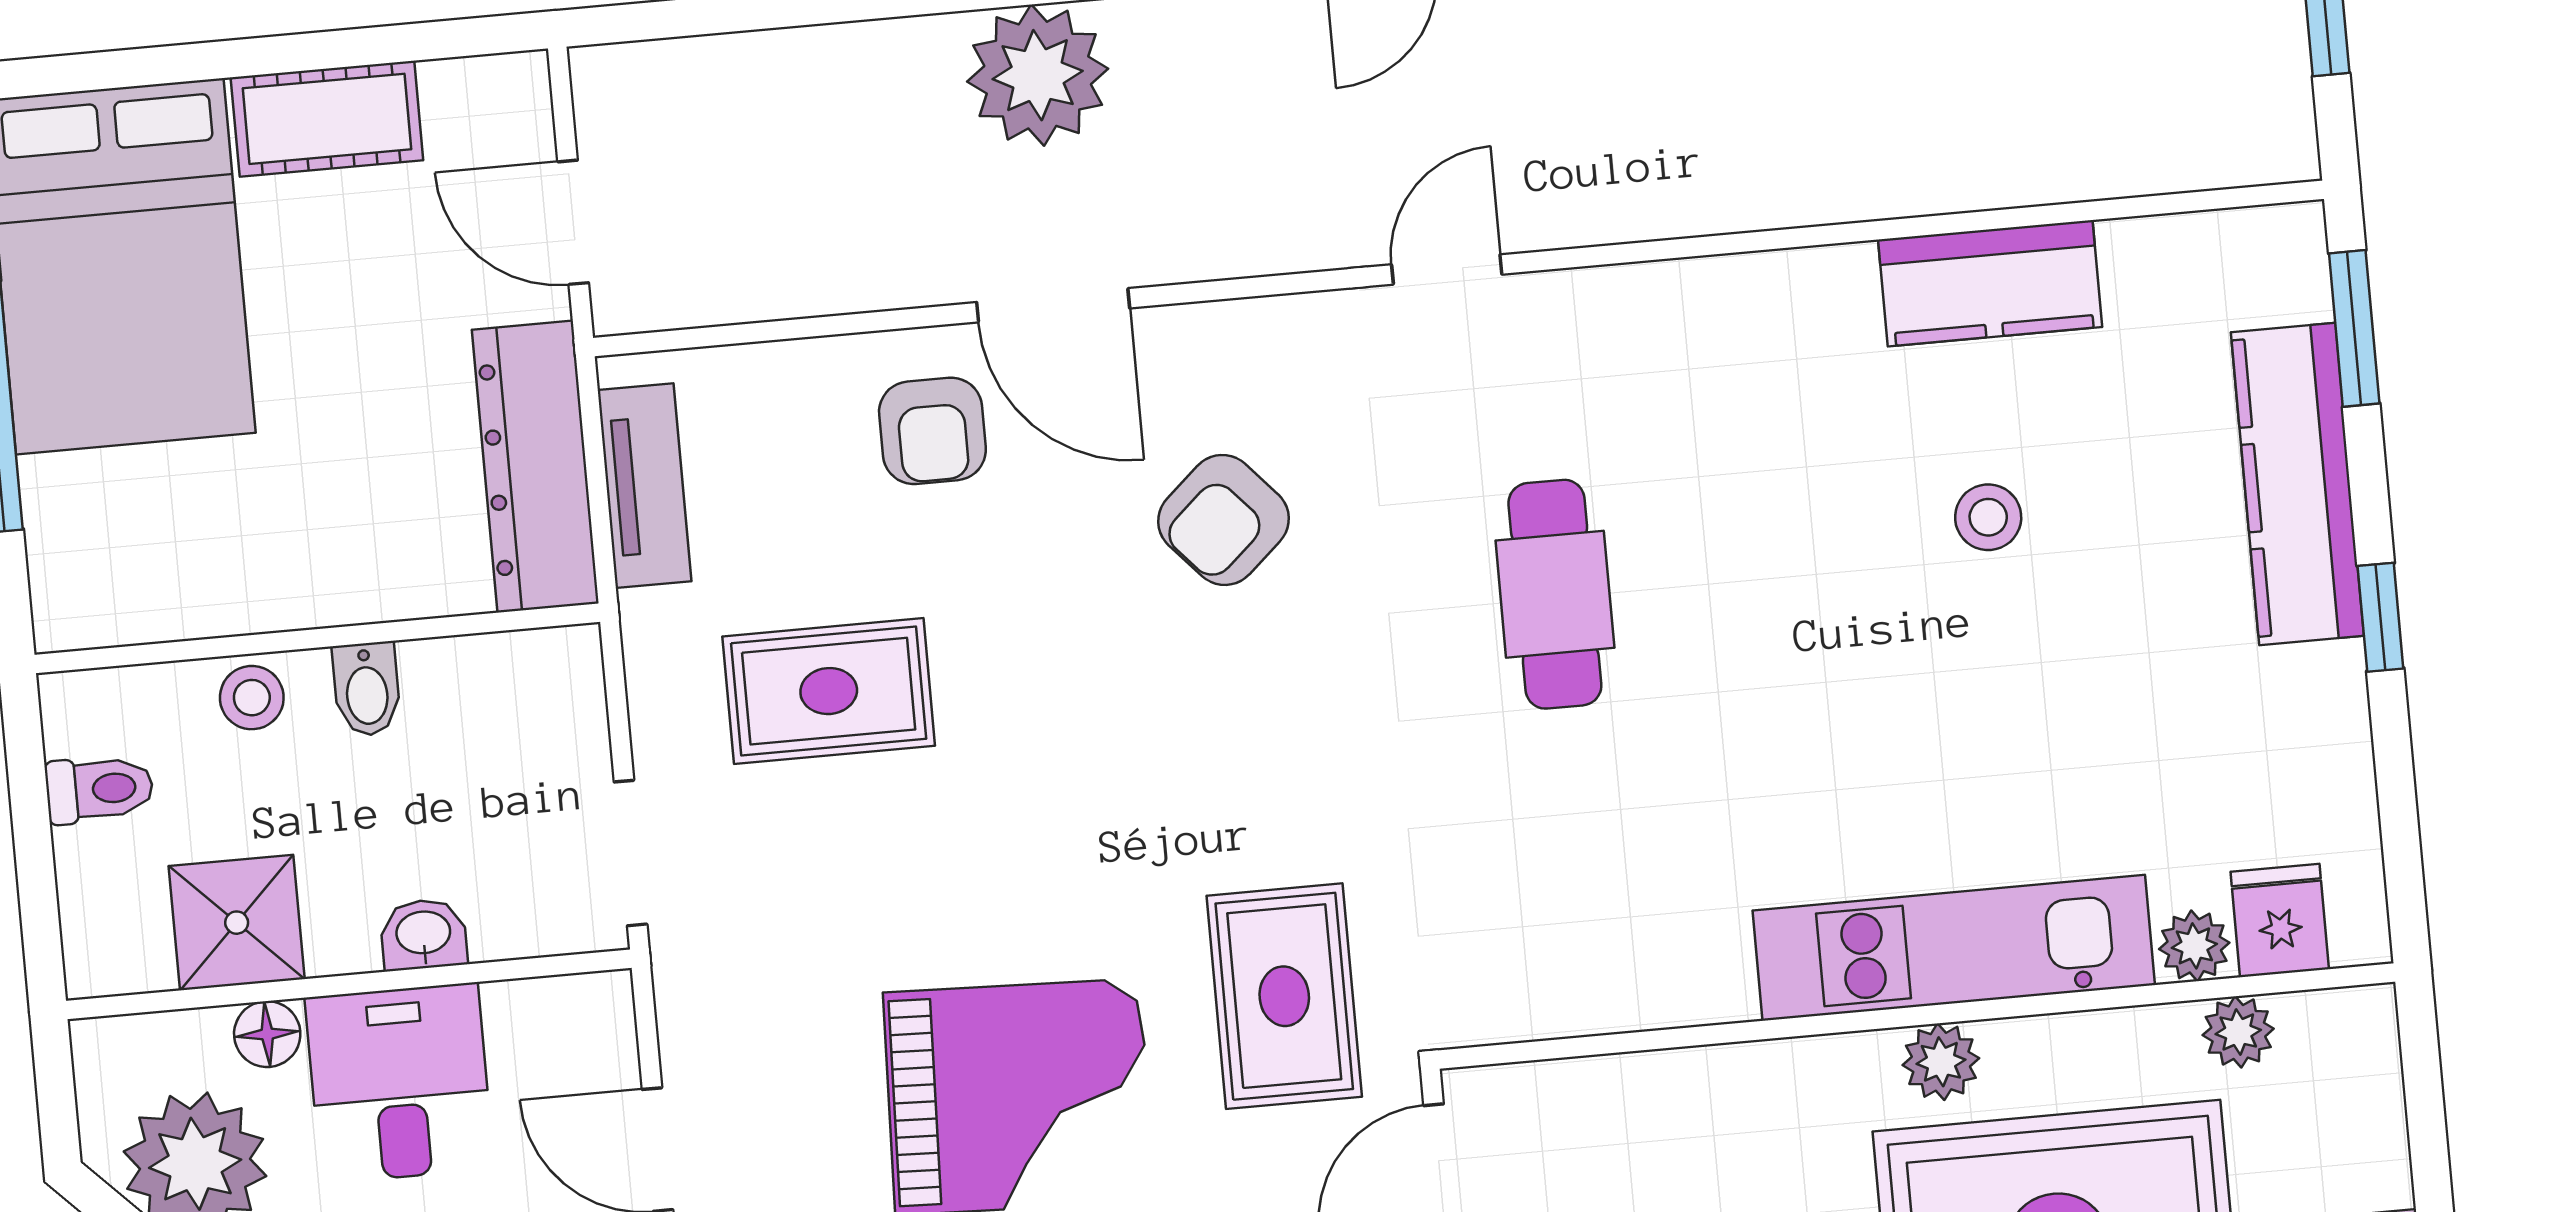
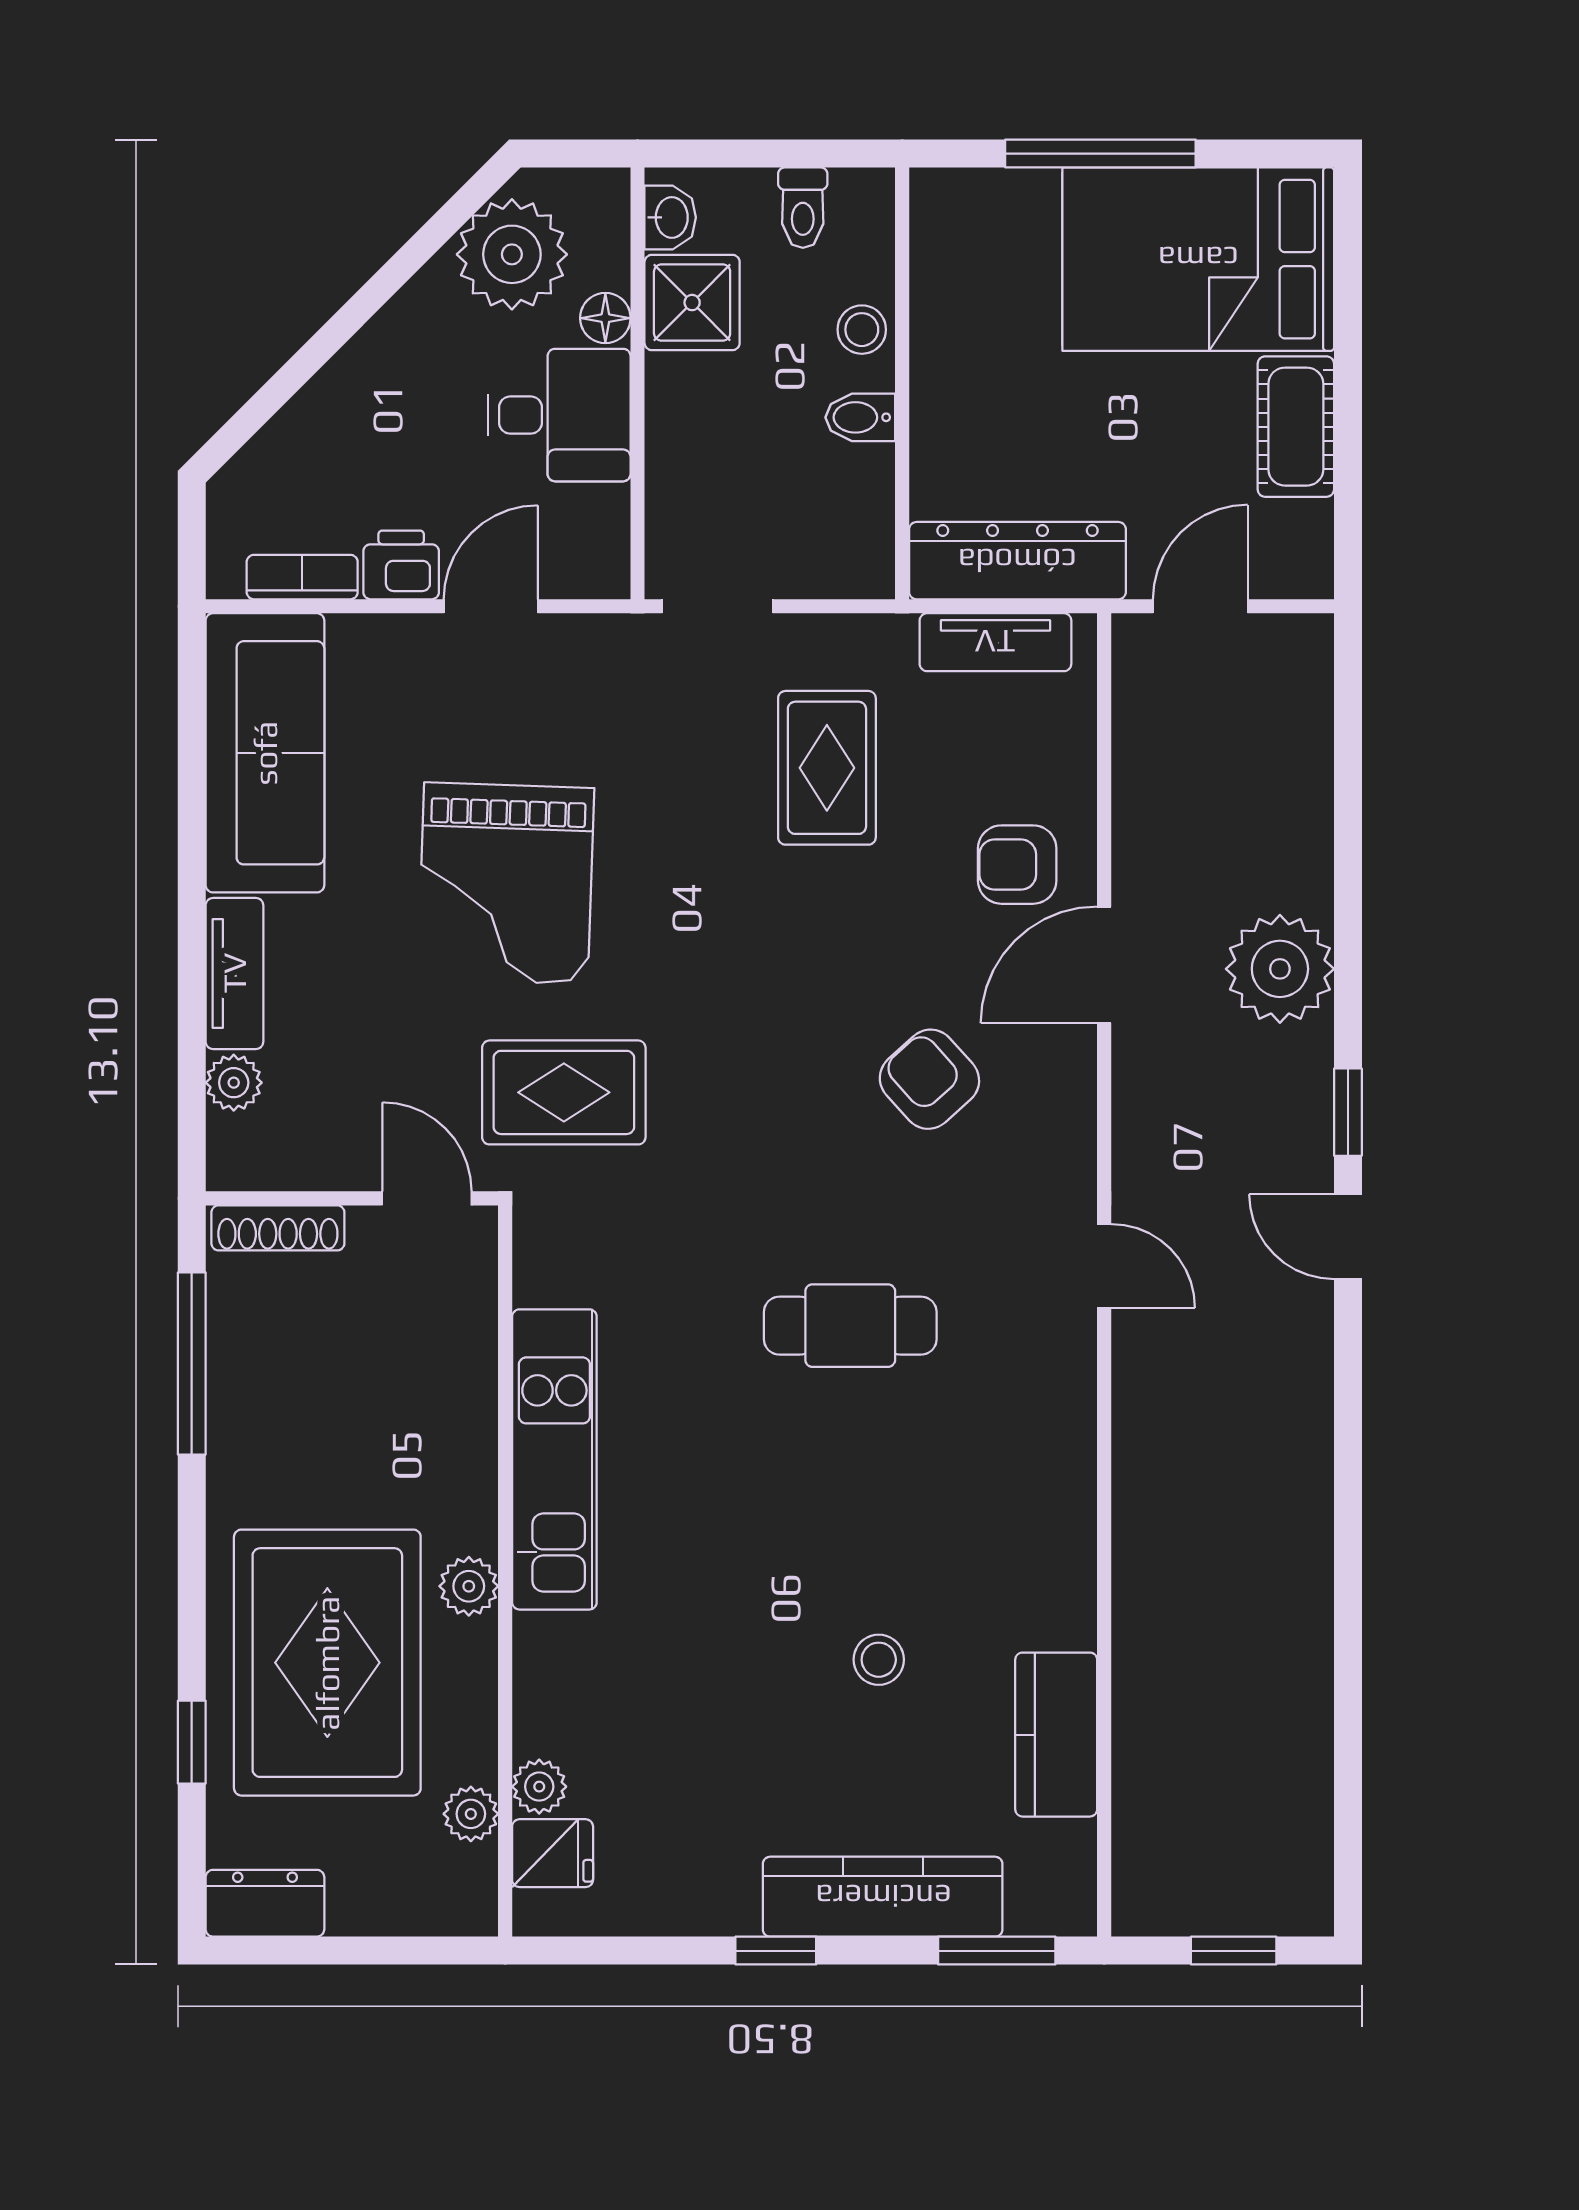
kitchen counter: (1990, 283) -> (1056, 1735), moved
washbasin: (423, 934) -> (670, 217), moved
kitchen unit: (1954, 948) -> (554, 1459), moved

